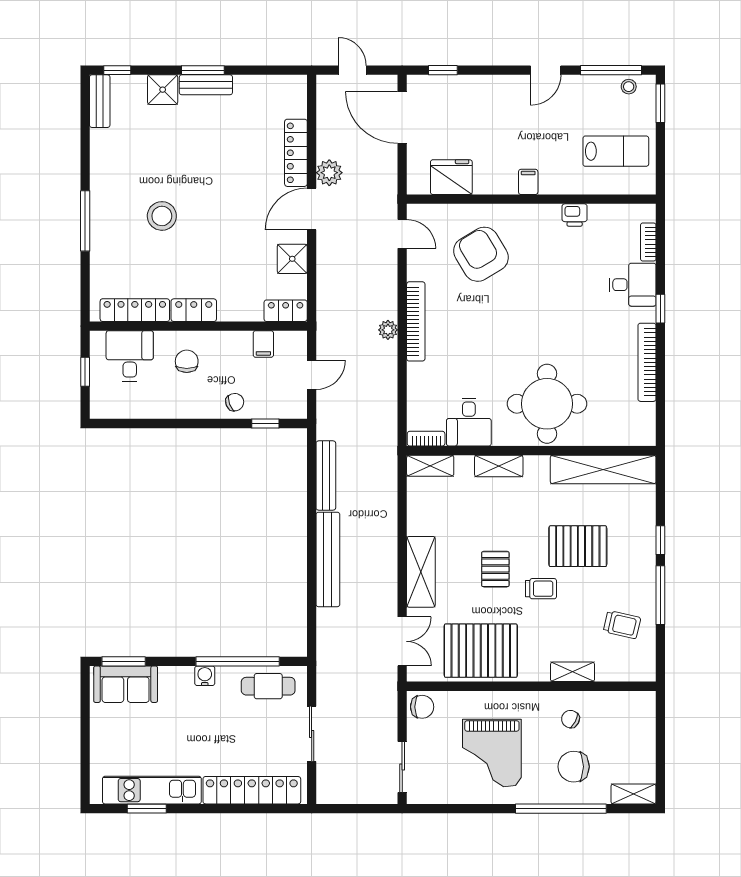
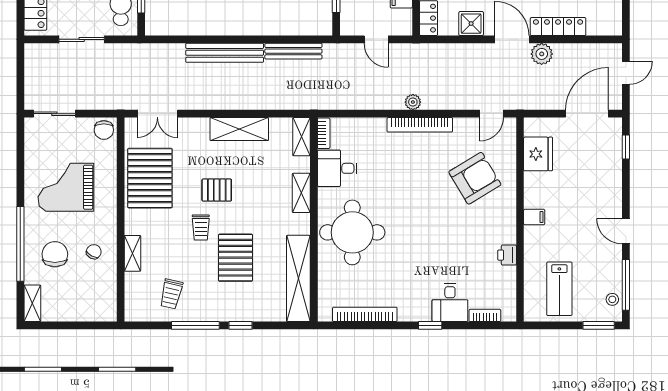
bookcase: (647, 362) -> (365, 314), moved
shelving: (421, 572) -> (239, 129), moved

